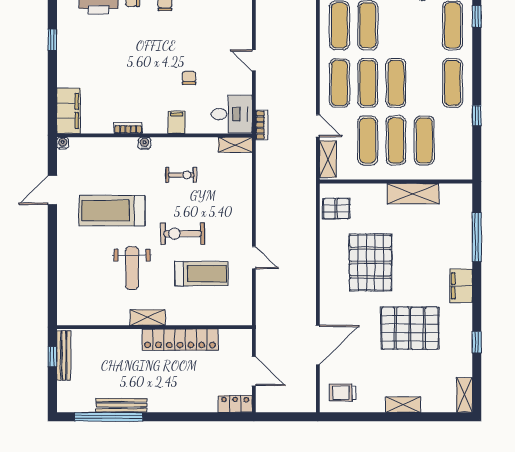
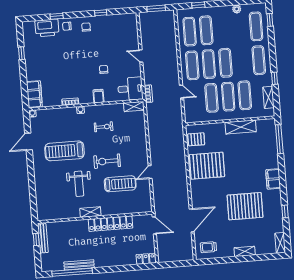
shelving: (328, 159) -> (268, 97), moved
window: (477, 237) -> (279, 139), moved
door: (254, 258) -> (150, 172), swing flipped
pallet: (370, 262) -> (207, 166), moved, turned 90
door: (254, 371) -> (154, 225), moved

